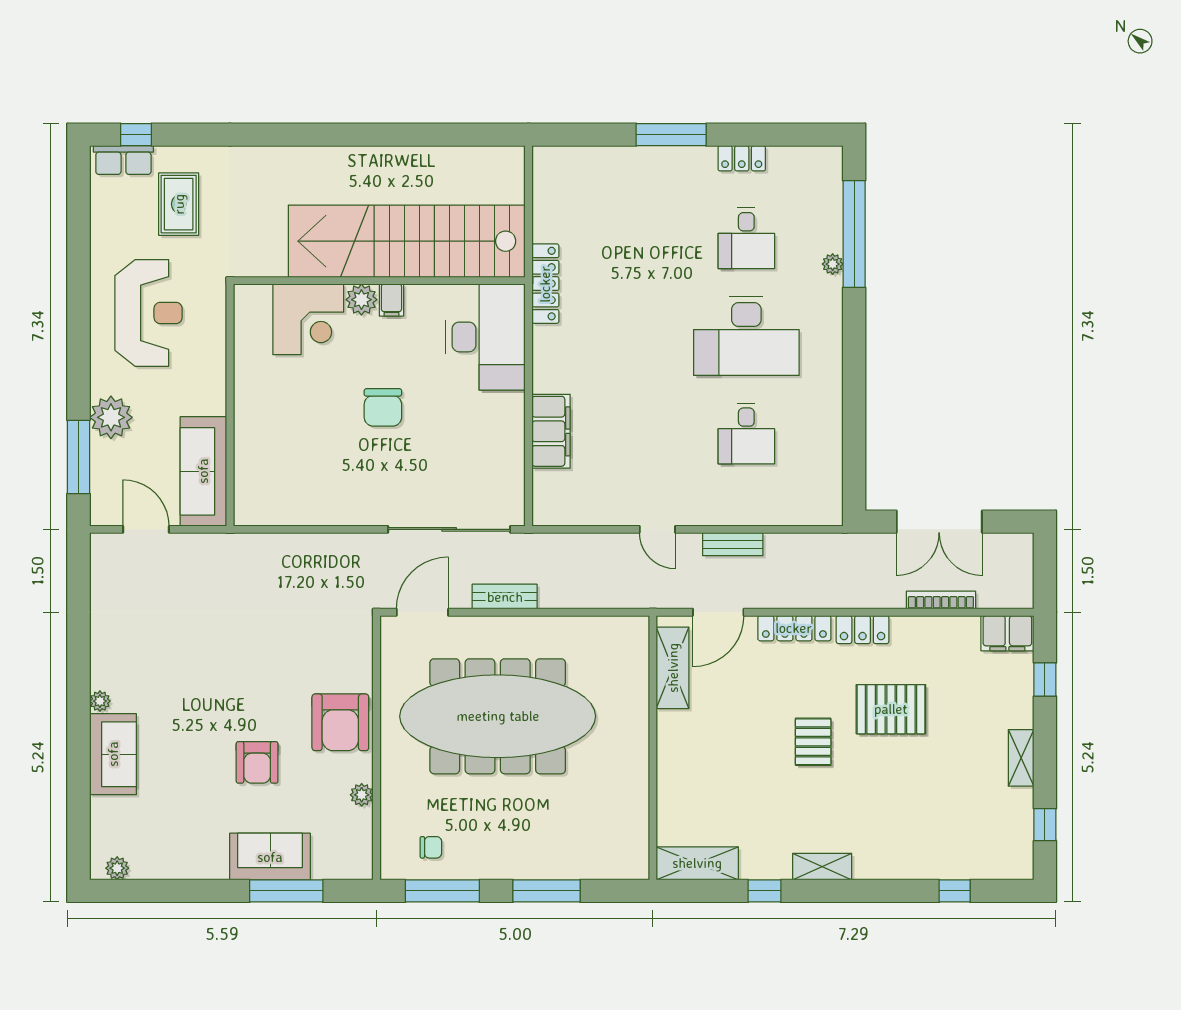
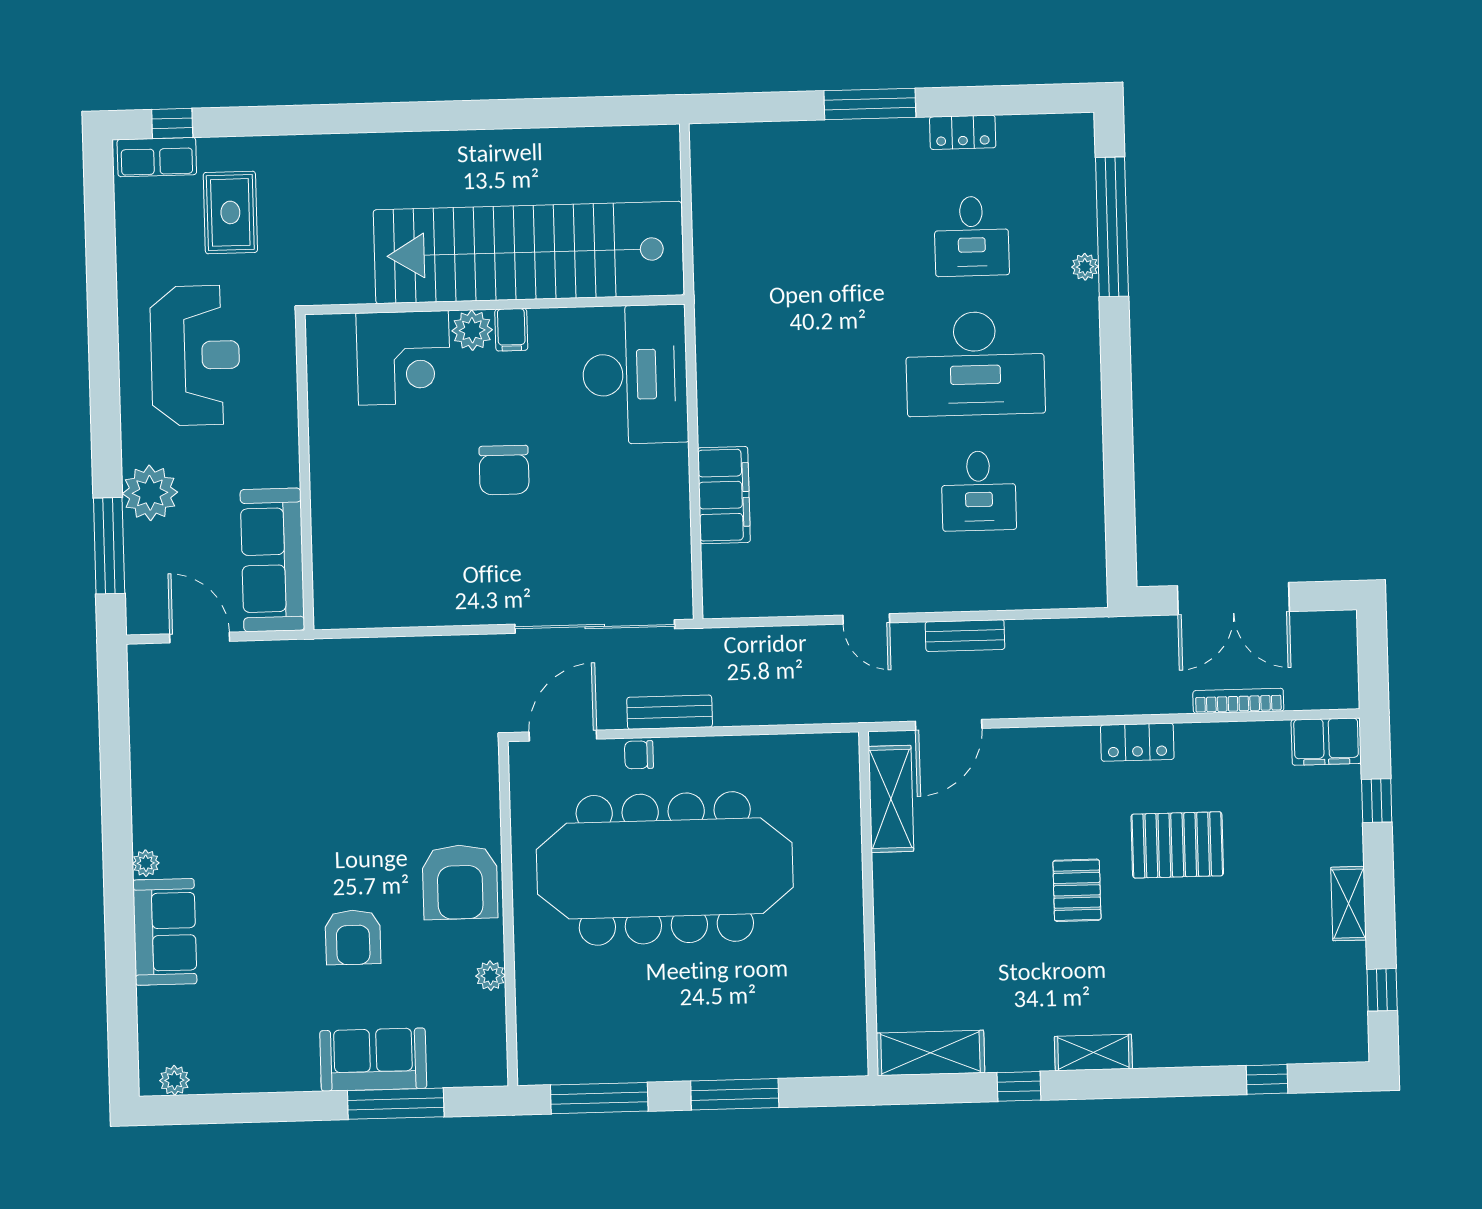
locker: (545, 284) -> (711, 303), removed
locker: (794, 628) -> (1048, 743), removed
chair: (431, 847) -> (639, 755), moved, turned 180

